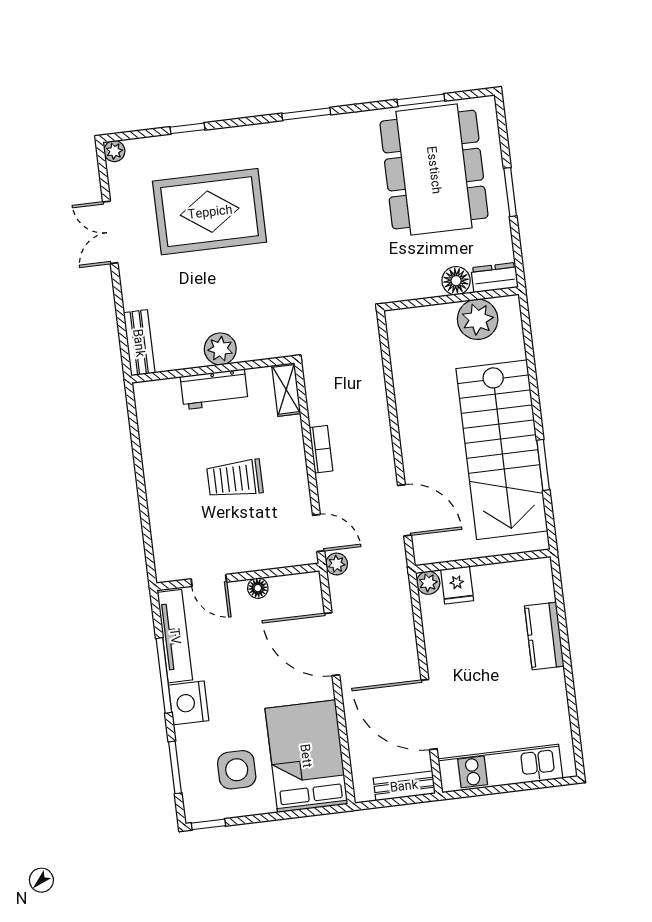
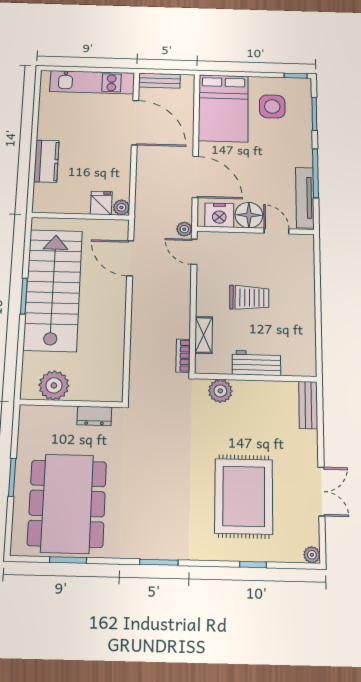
rug: (210, 212) -> (244, 496), turned 90
dresser: (495, 278) -> (94, 416), moved
floor lamp: (456, 281) -> (65, 416), removed
plant: (220, 349) -> (220, 391), moved
shelving: (286, 389) -> (204, 335), moved
bookcase: (321, 449) -> (183, 356), moved
window: (543, 465) -> (24, 296), moved
floor lamp: (258, 588) -> (249, 215), width x1.89, depth x1.89
nightstand: (189, 703) -> (219, 215), moved, turned 90

